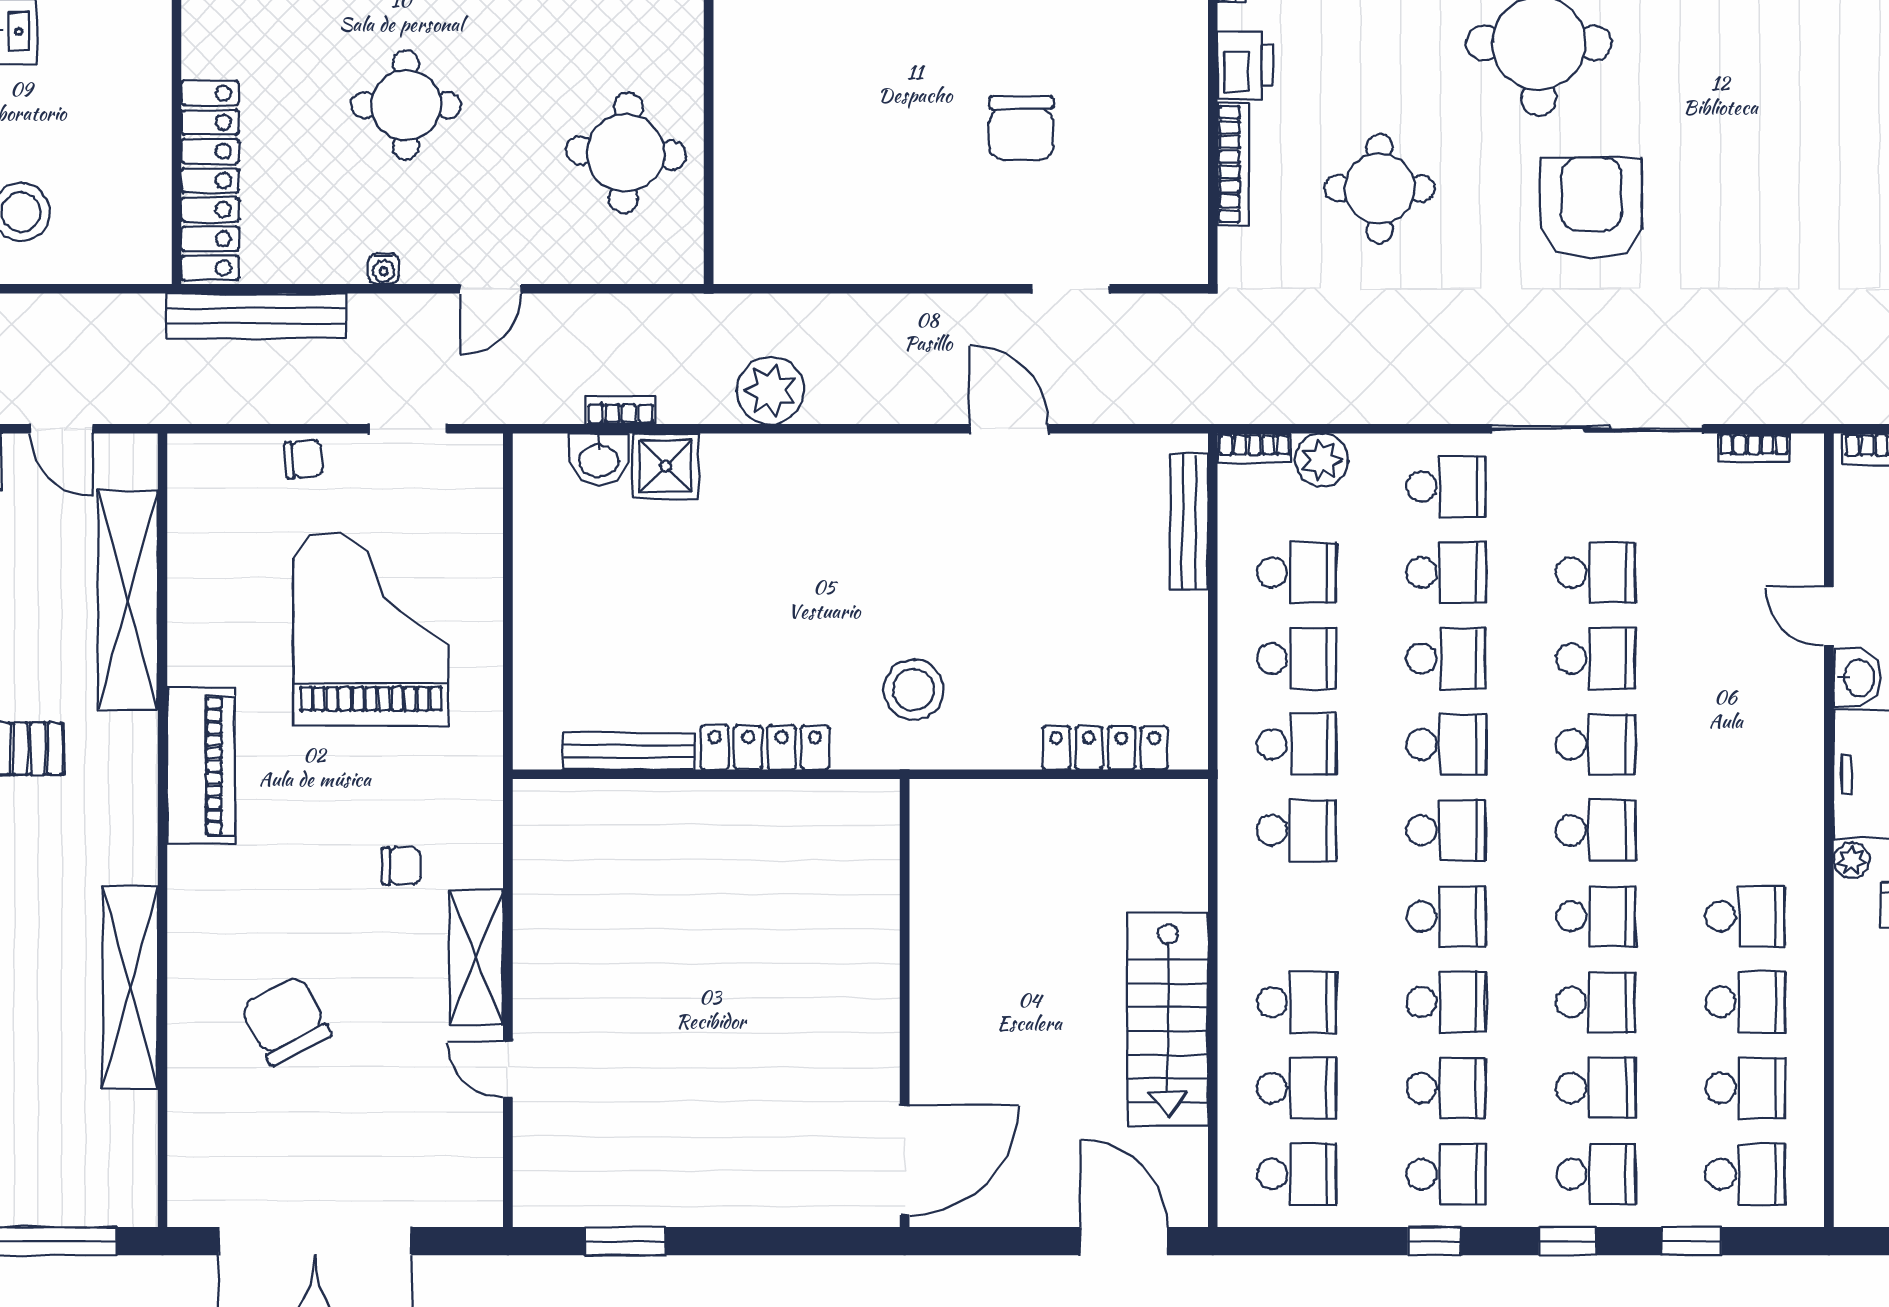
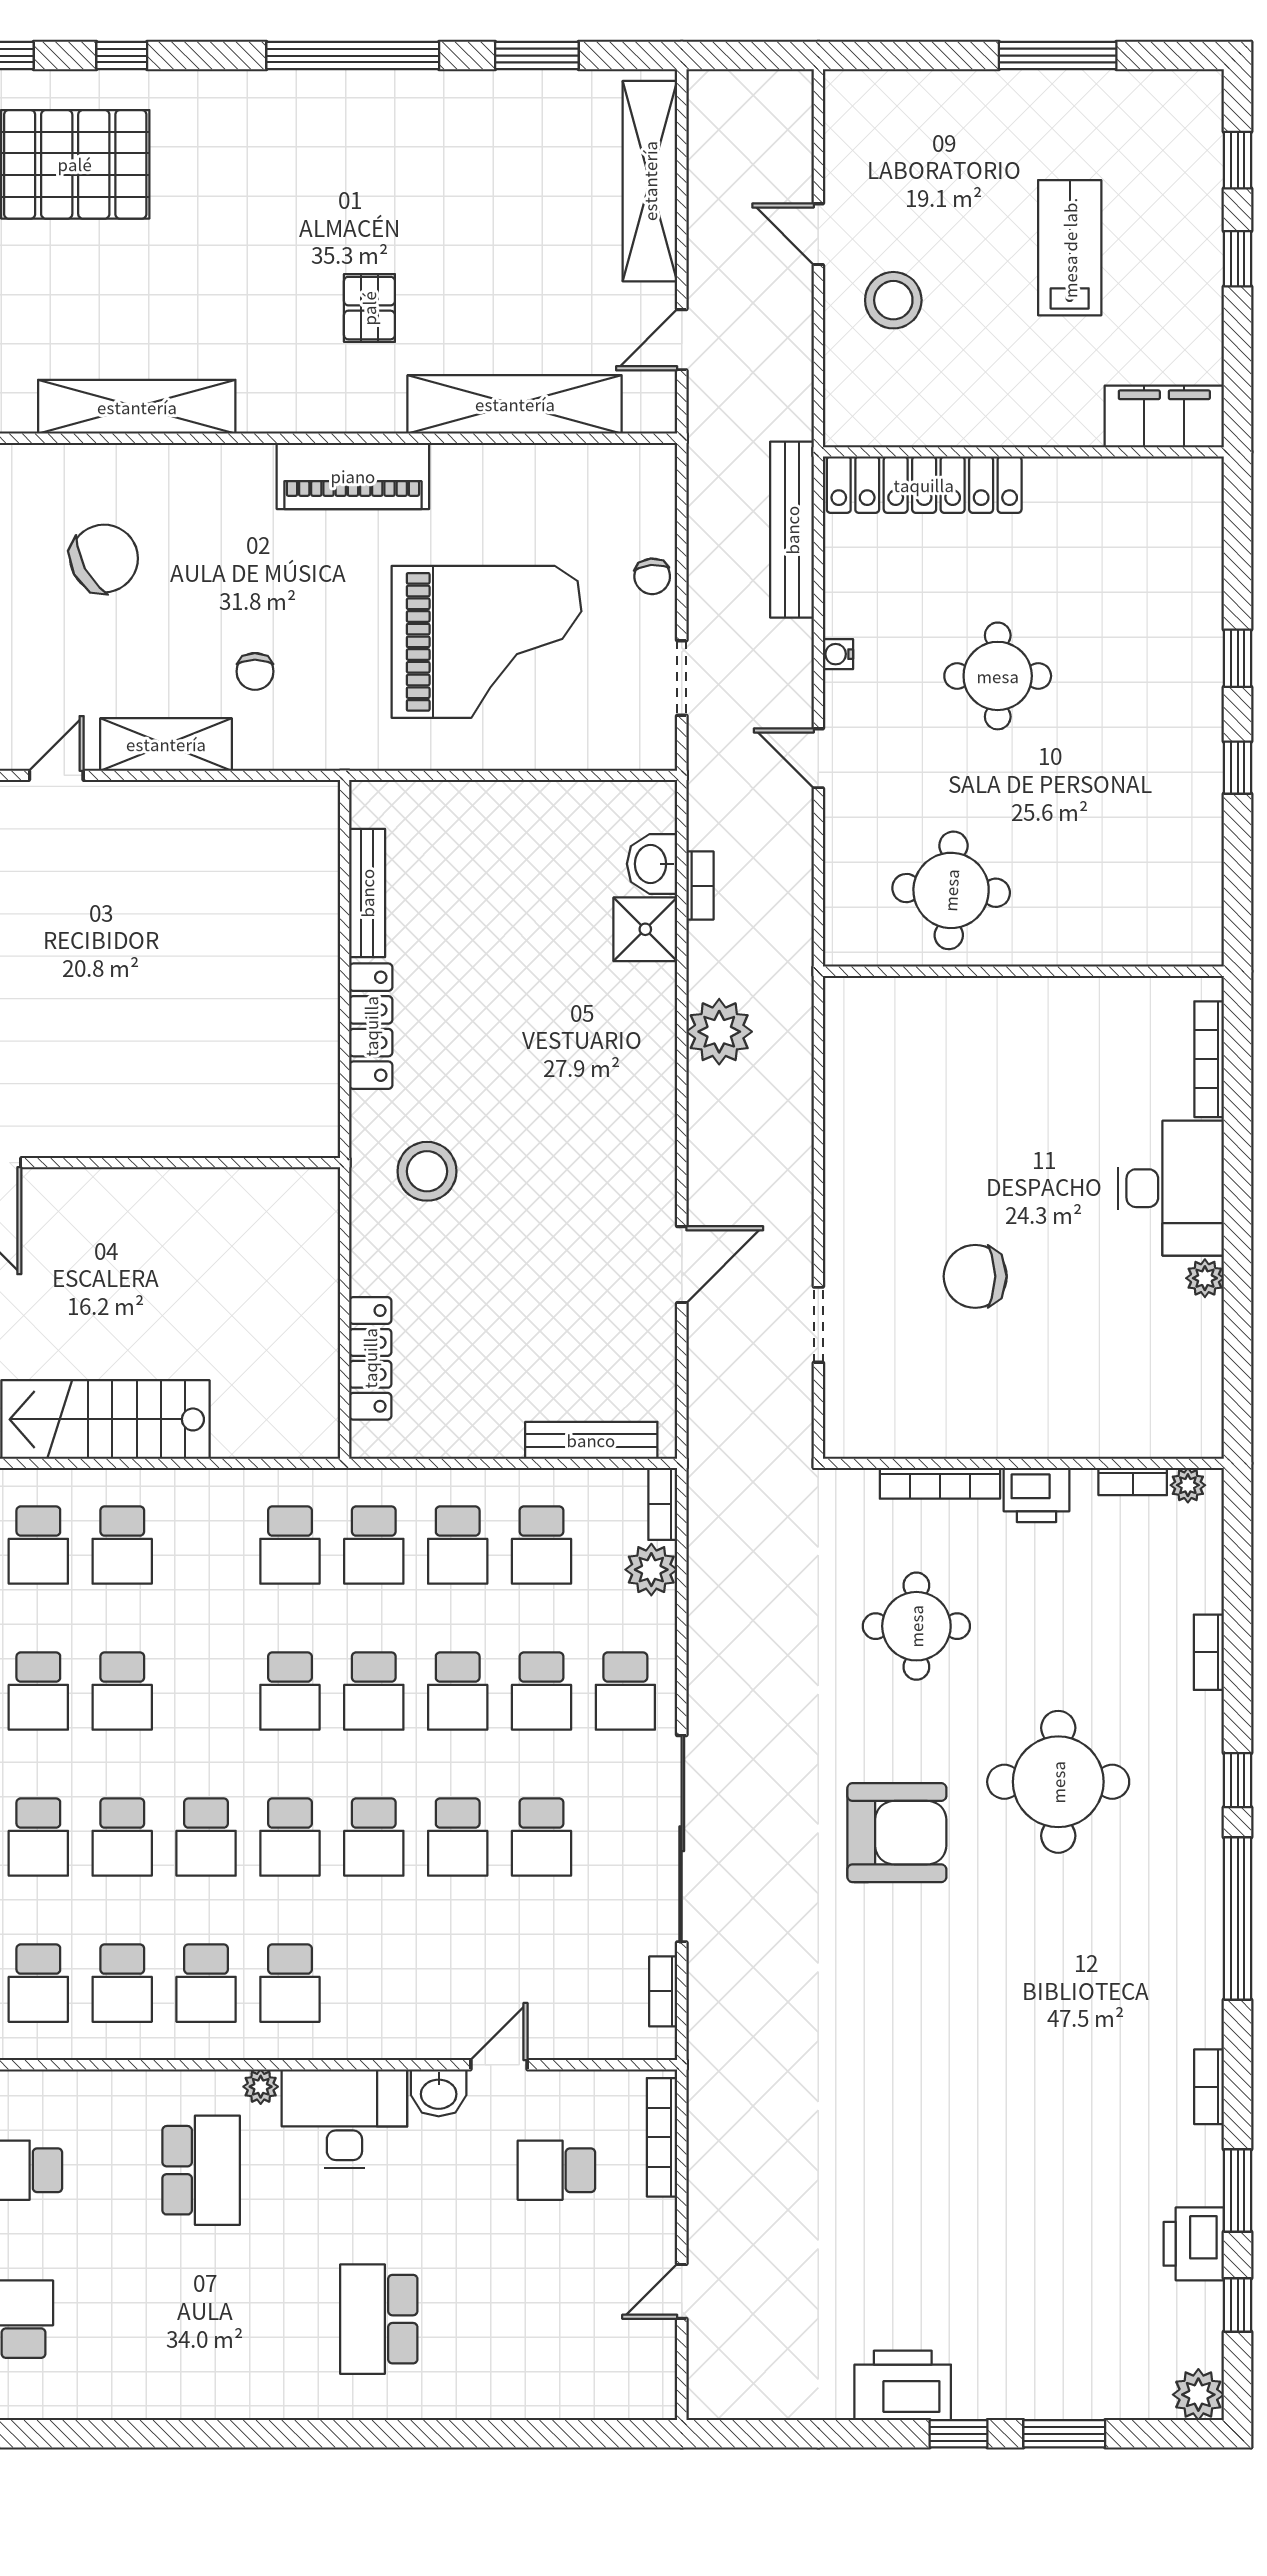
school desk: (1446, 916) -> (290, 1983), moved

